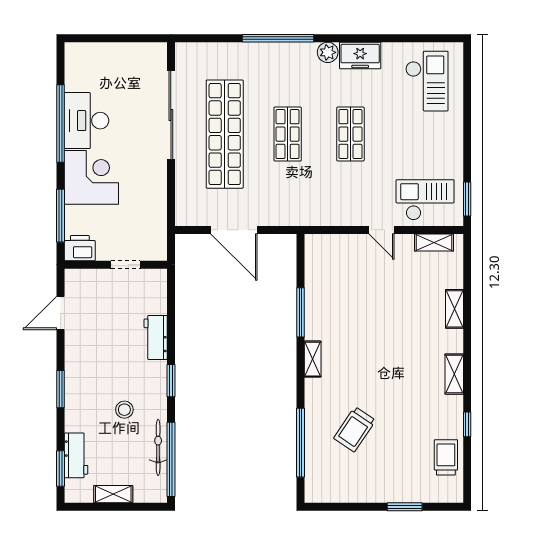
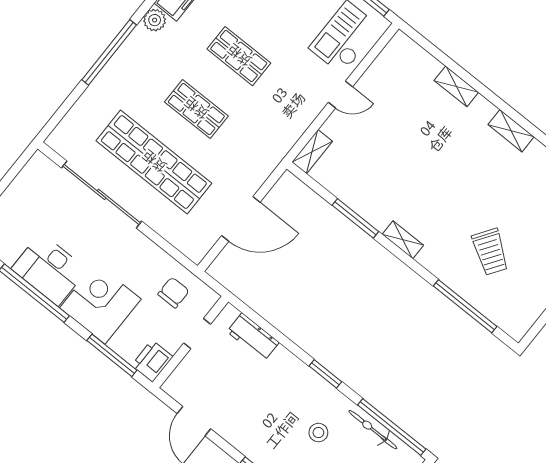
chair: (142, 224) -> (174, 293), added
shelving: (434, 242) -> (312, 152), moved
workbench: (156, 337) -> (253, 337), moved

